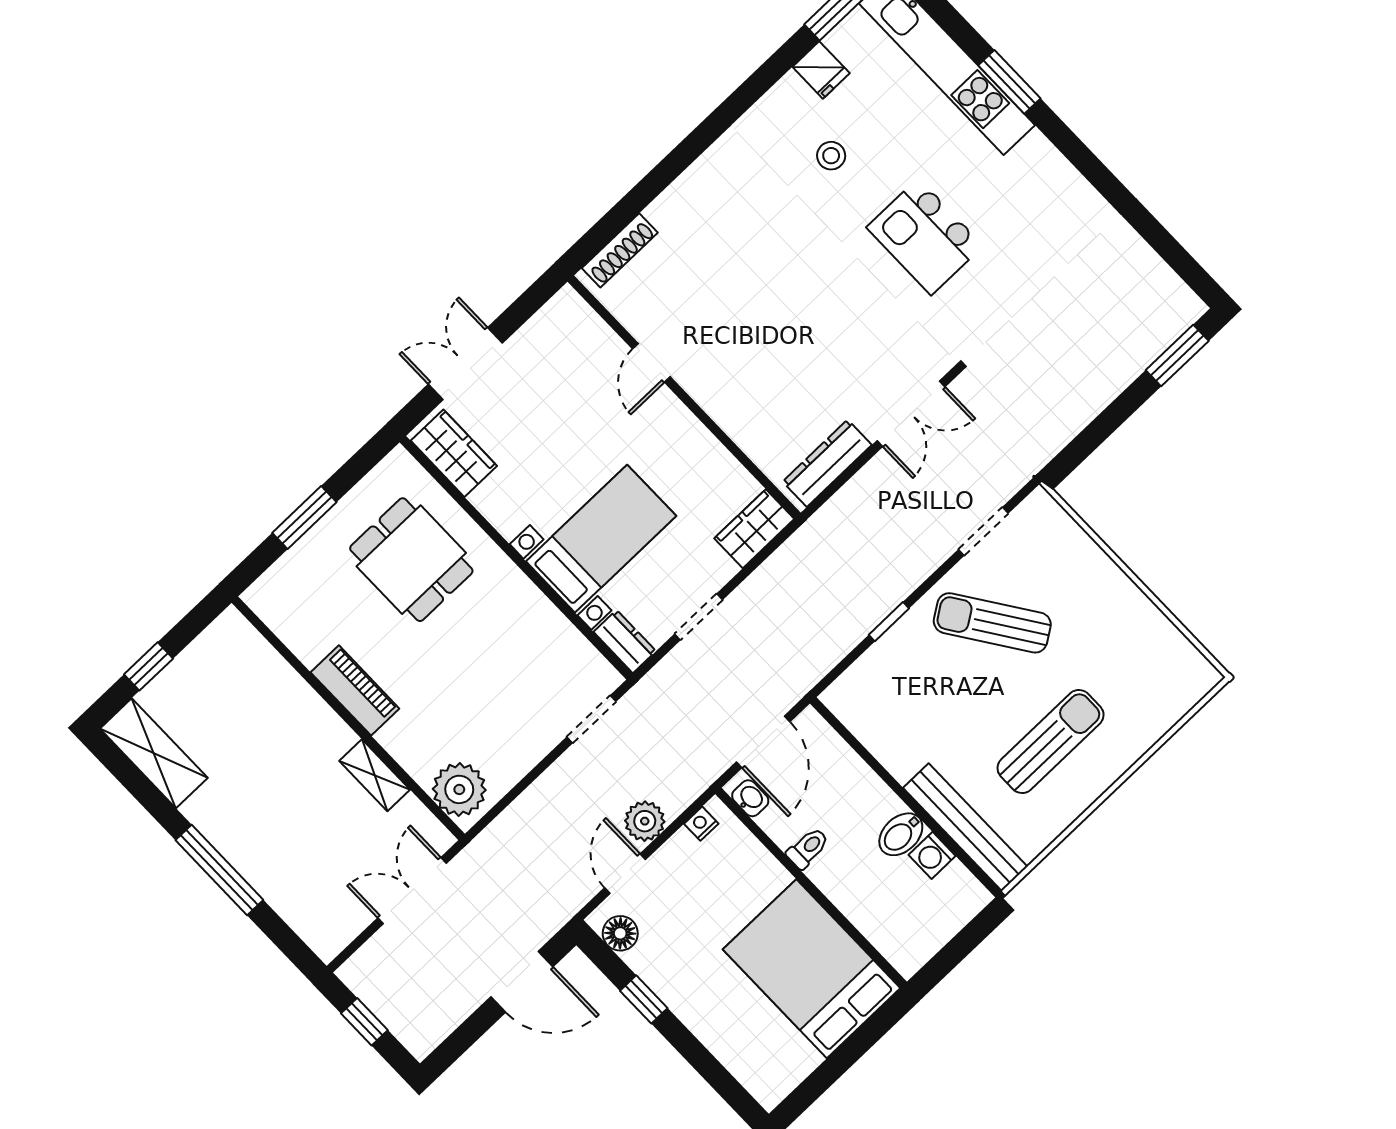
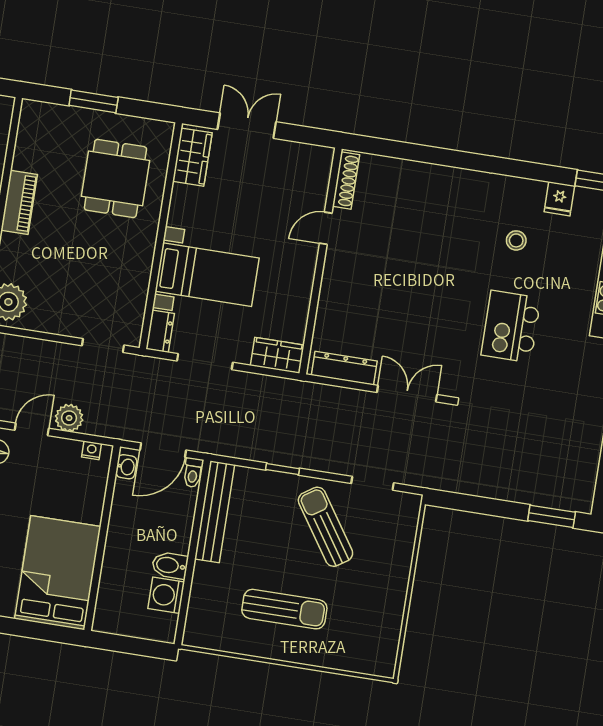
shoe rack: (620, 250) -> (346, 181), moved, turned -90
double door: (911, 414) -> (407, 394), swing flipped
doorway: (699, 617) -> (205, 362), width x1.38
bench: (965, 827) -> (215, 512), moved
toilet: (808, 848) -> (193, 473), moved, turned 90
washing machine: (932, 855) -> (166, 595), width x1.38, depth x1.38

